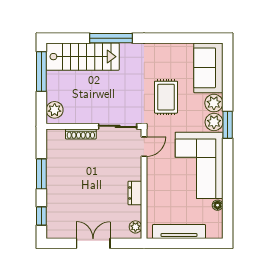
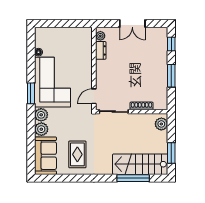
window: (111, 38) -> (133, 178), moved
window: (41, 71) -> (171, 153), width x0.69
rug: (166, 97) -> (77, 154), moved
window: (228, 125) -> (31, 93), moved
dresser: (135, 193) -> (101, 50), moved
tv unit: (179, 231) -> (68, 32), removed

